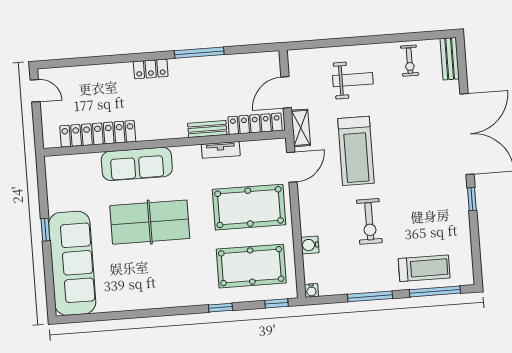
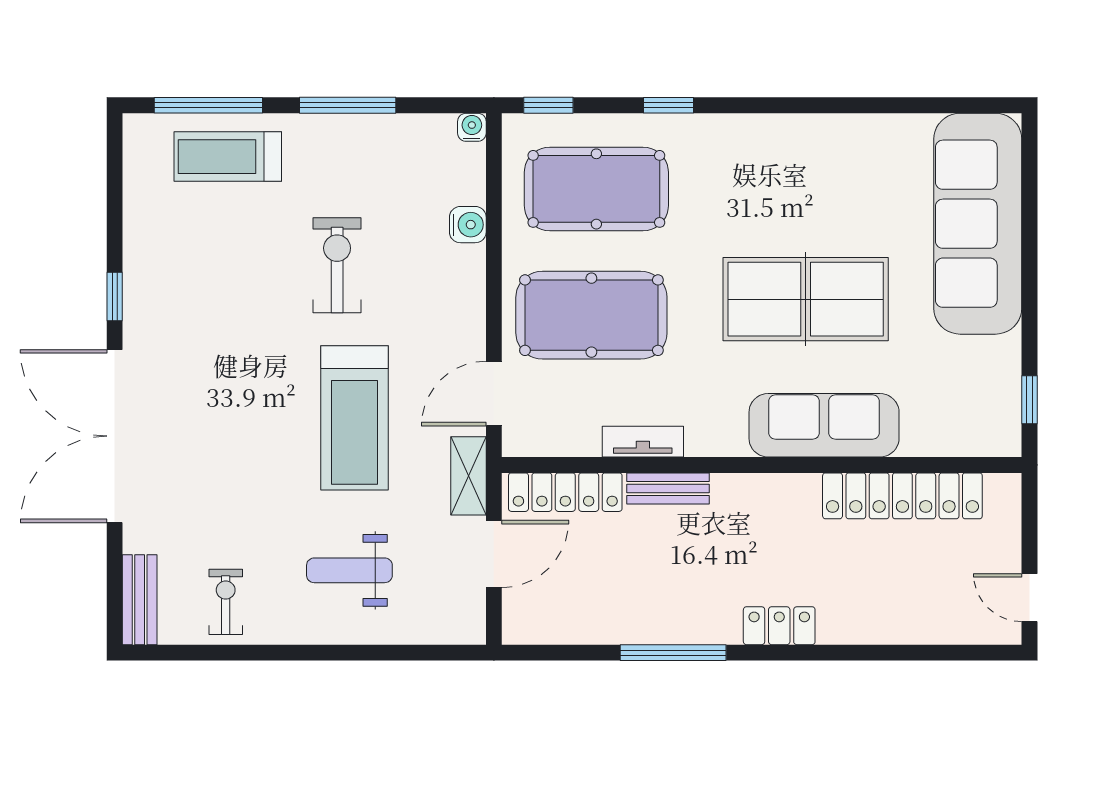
treadmill: (356, 151) -> (354, 418), turned 180
window: (45, 230) -> (1029, 400), moved

